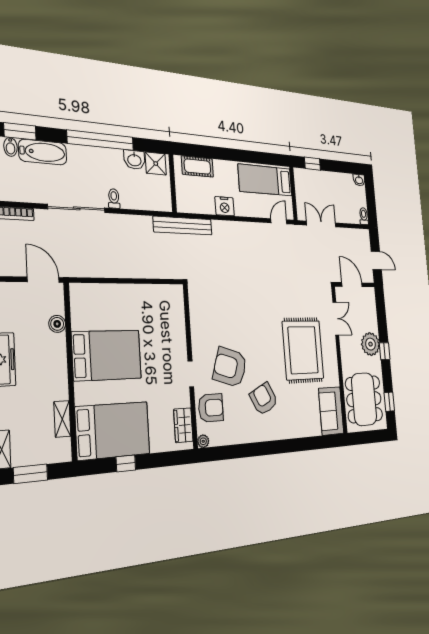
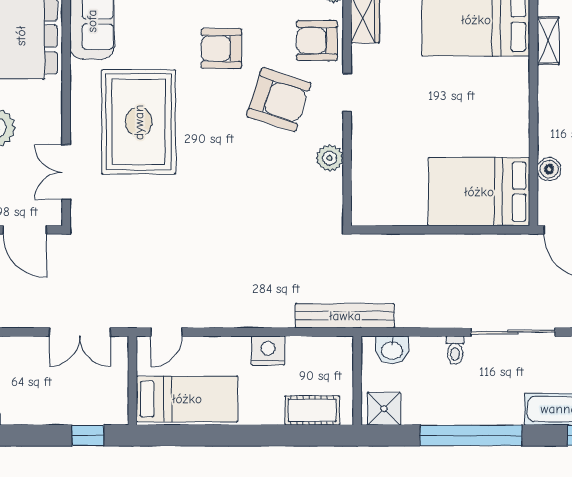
washbasin: (134, 160) -> (392, 350), moved, turned 180
plant: (198, 329) -> (330, 158), added
bed: (107, 355) -> (479, 192), moved
armchair: (264, 399) -> (221, 48), turned 117

